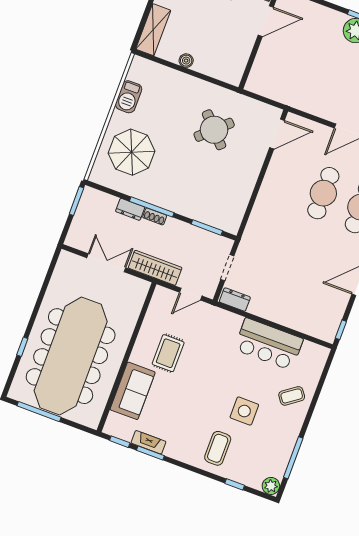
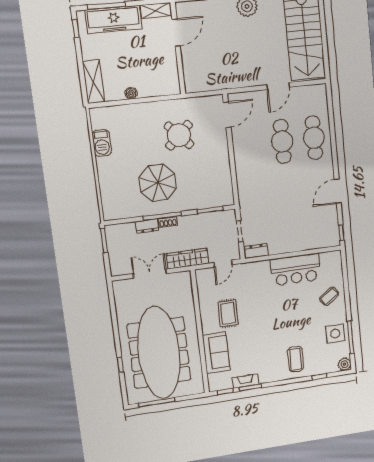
parasol: (132, 152) -> (158, 183), moved
side table: (244, 411) -> (335, 334), moved

